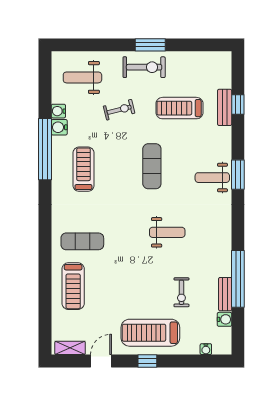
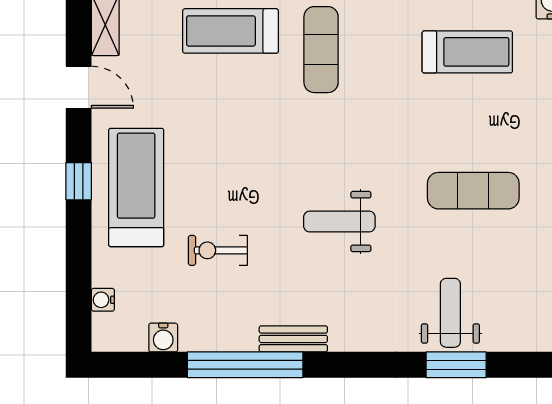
weight bench: (167, 232) -> (339, 222), turned 90
bench: (225, 294) -> (293, 339), moved

